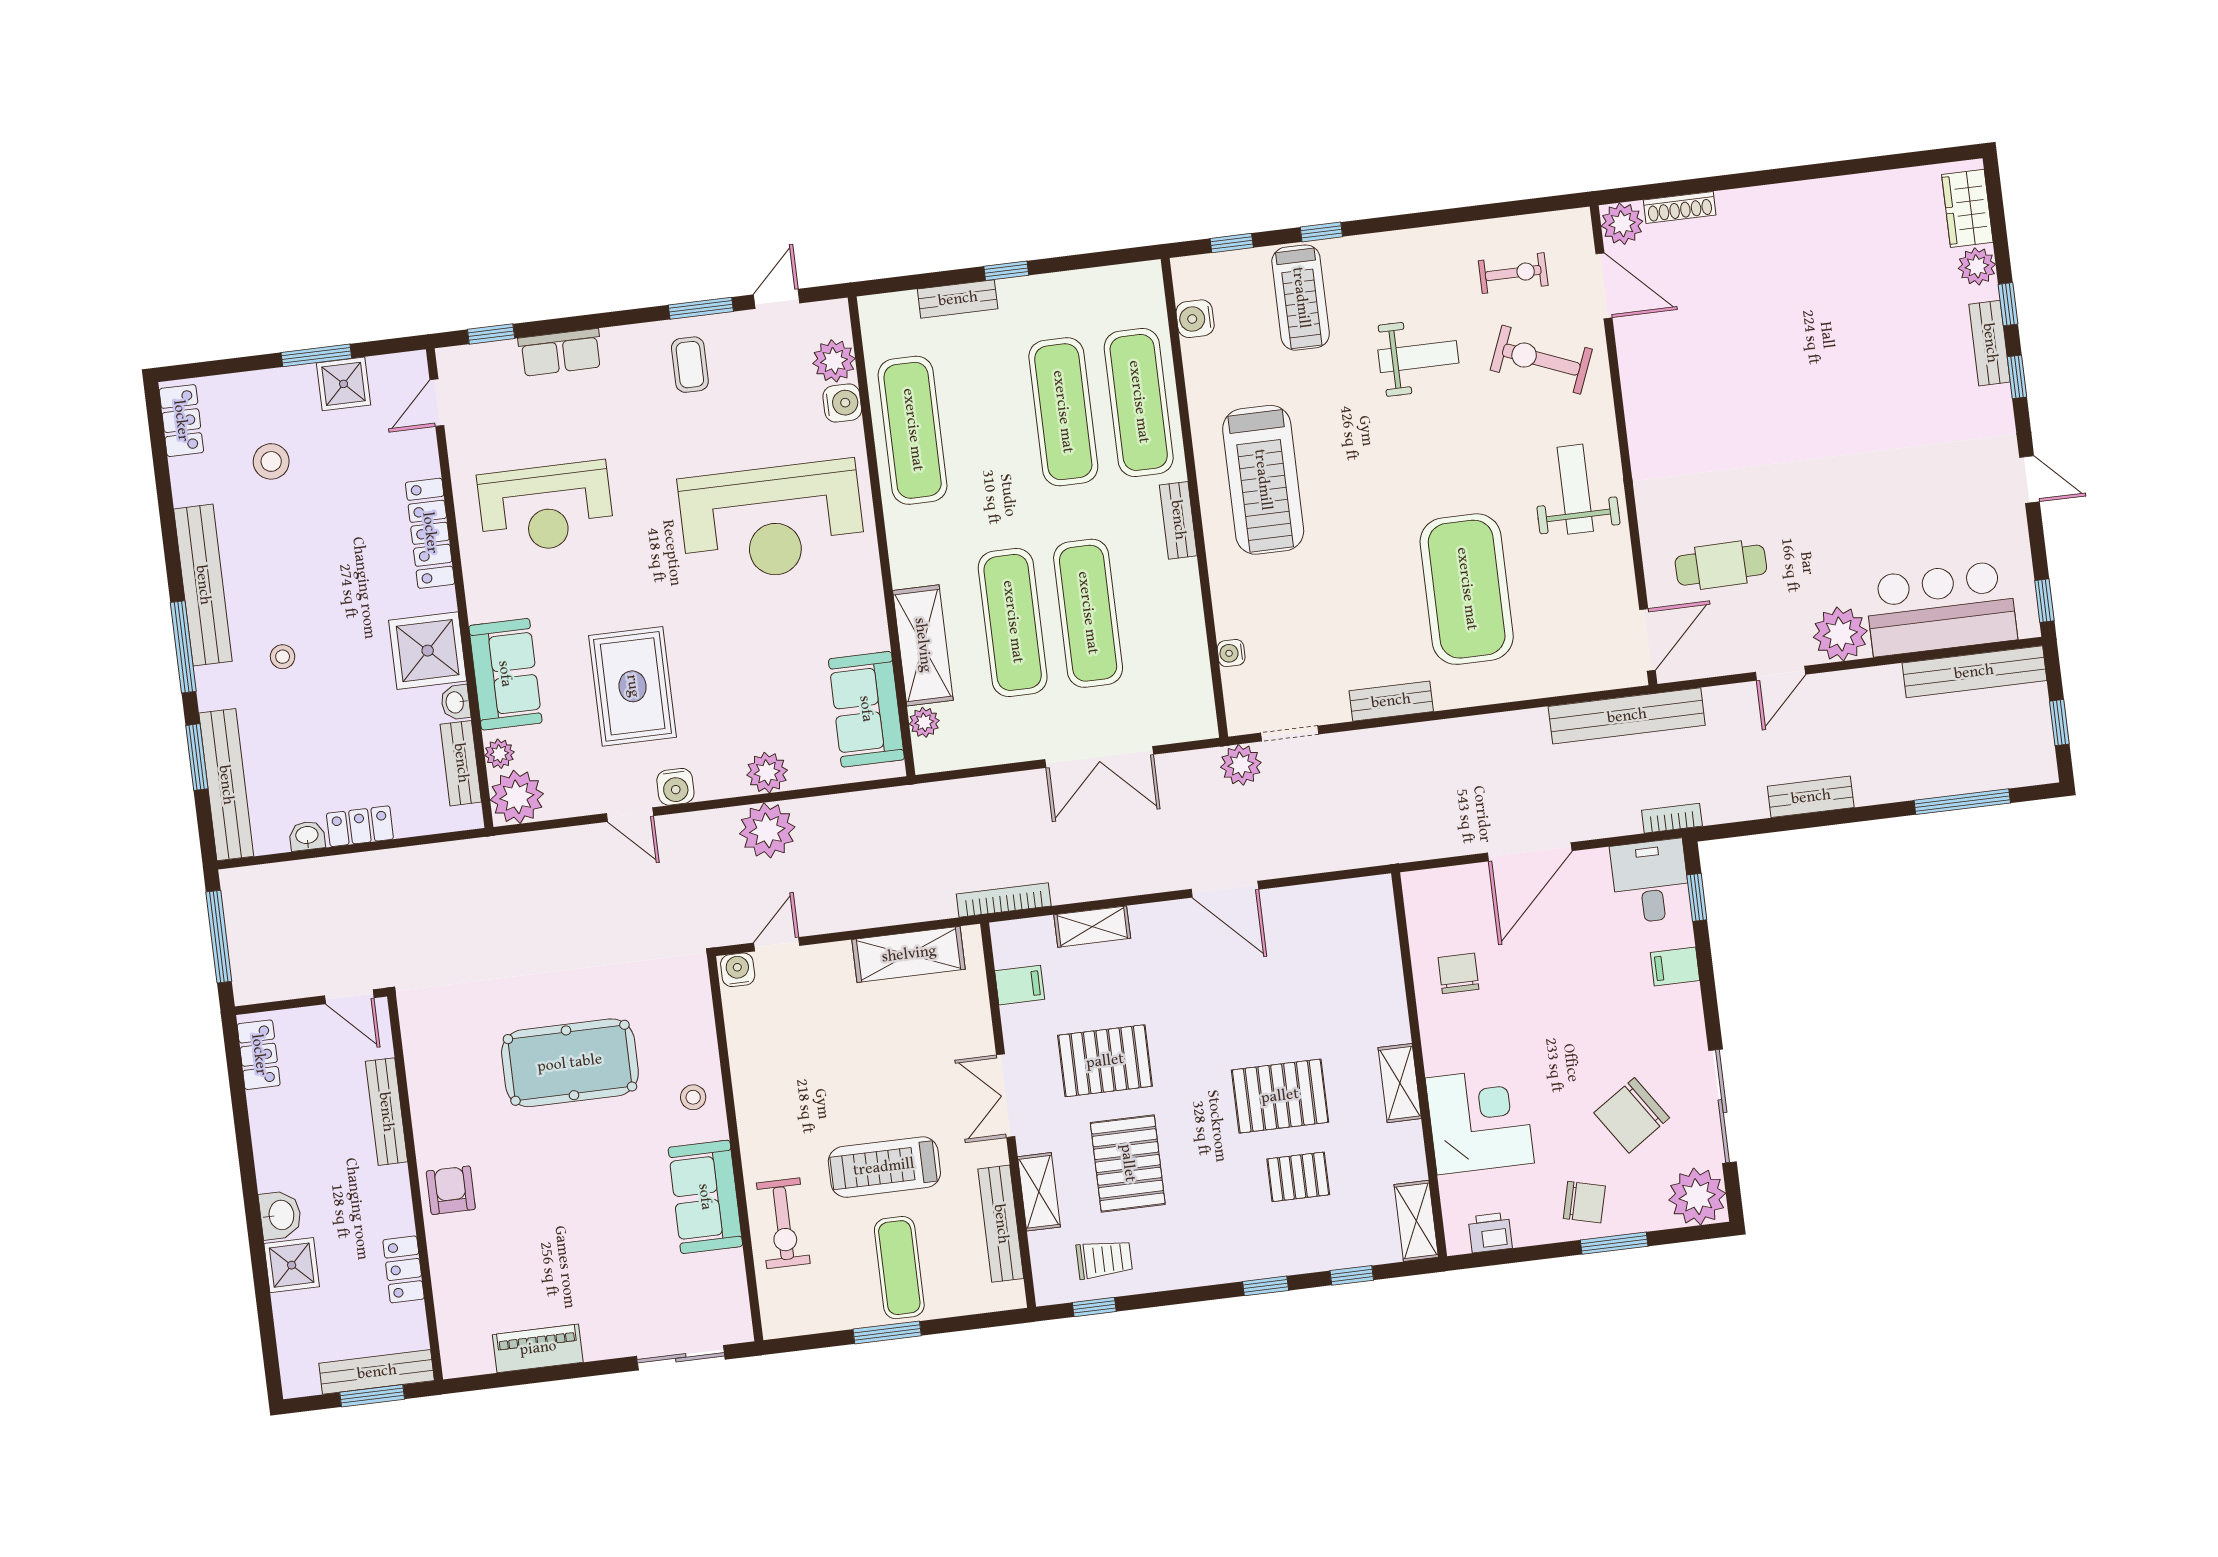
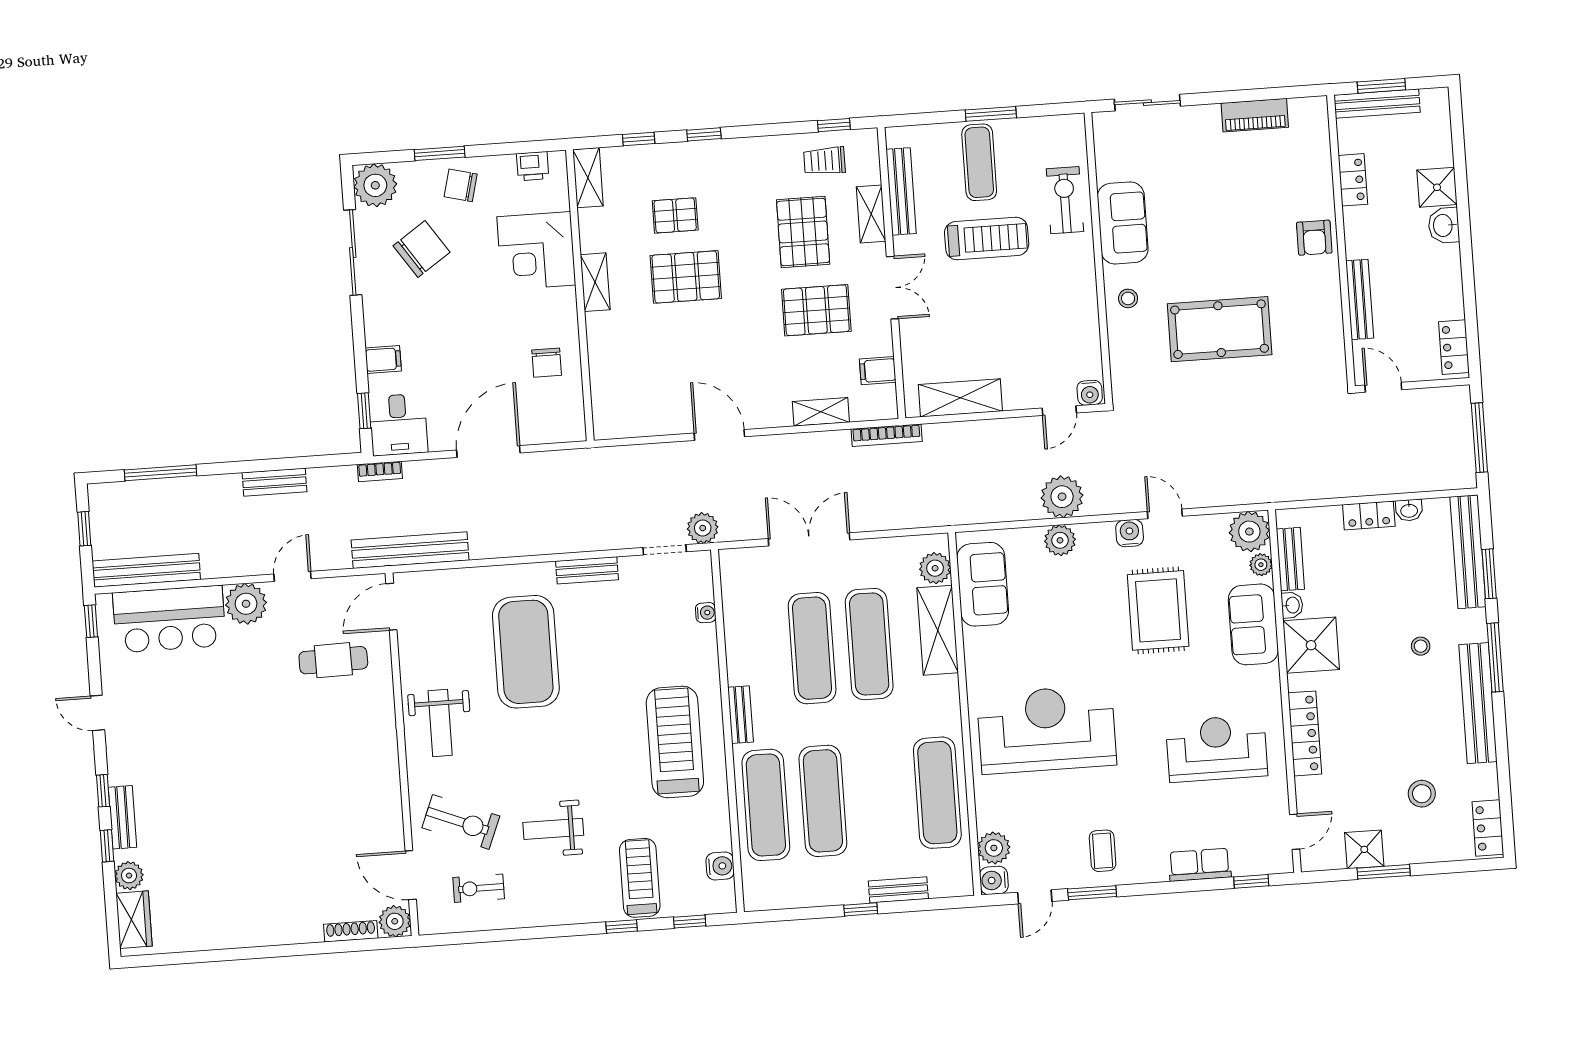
water cooler: (842, 403) -> (994, 880), moved
plant: (924, 722) -> (935, 568), width x1.38, depth x1.38

